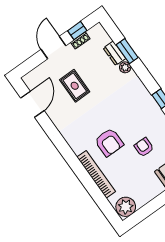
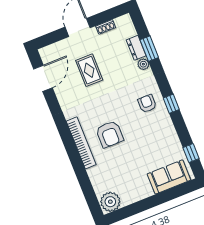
window: (77, 31) -> (105, 16), removed
armchair: (144, 147) -> (147, 104), moved
bookcase: (96, 174) -> (81, 143), moved

